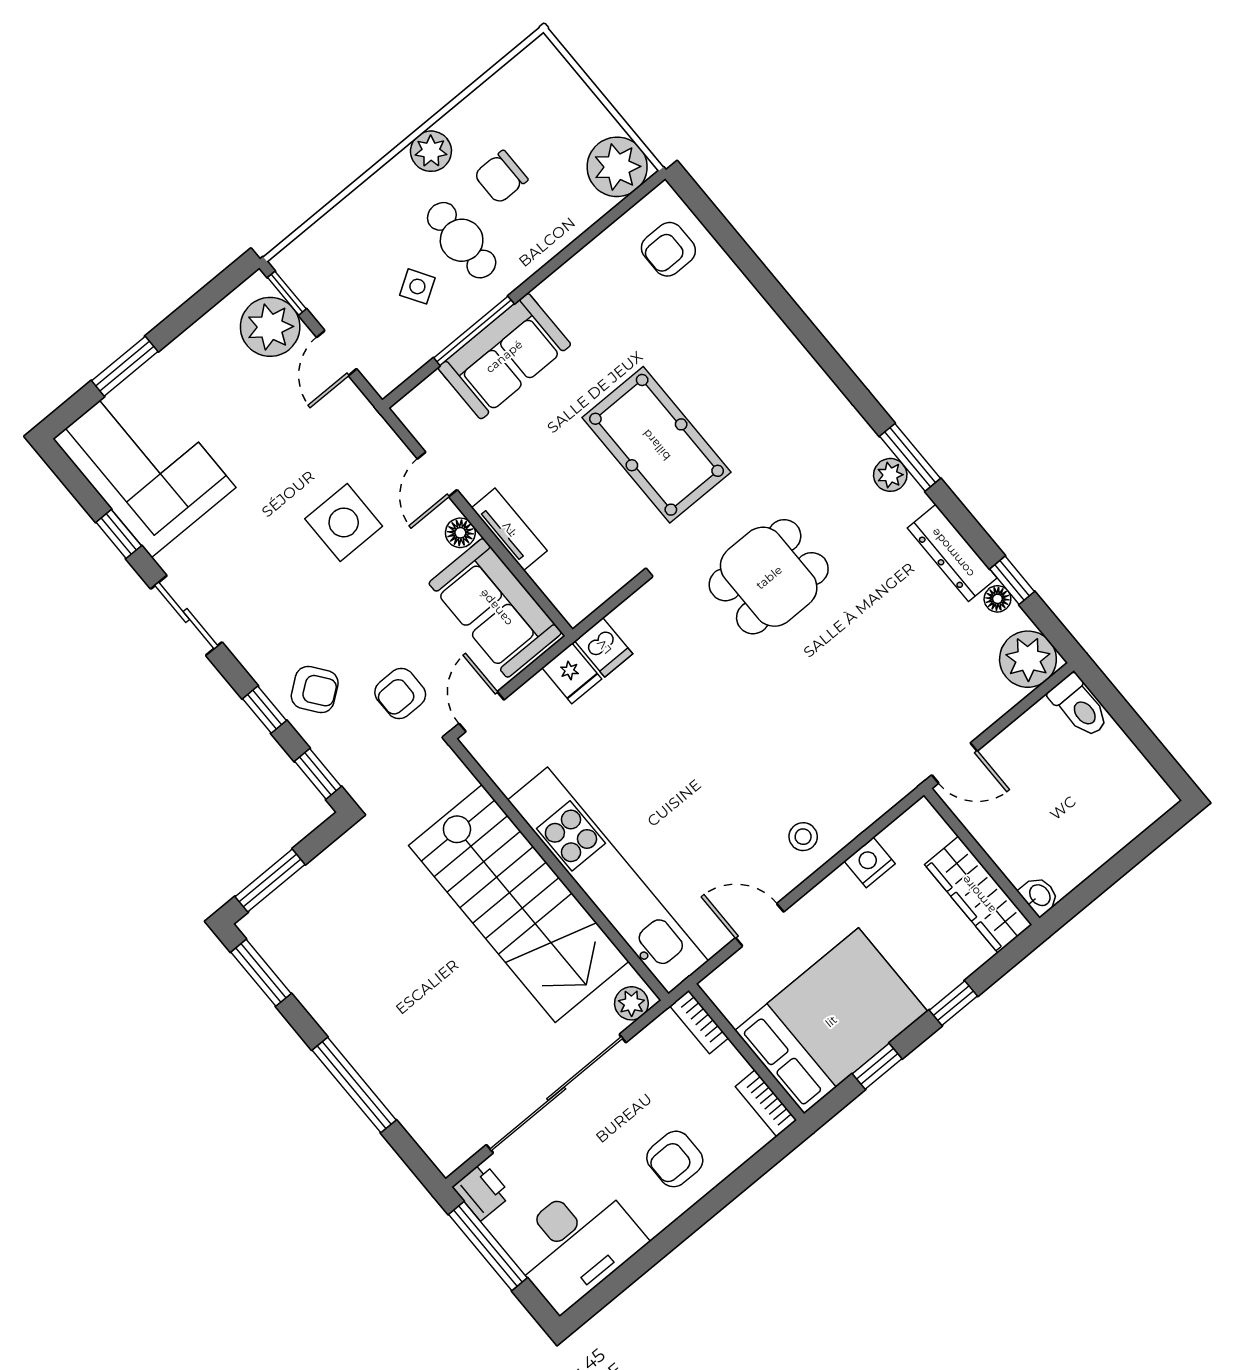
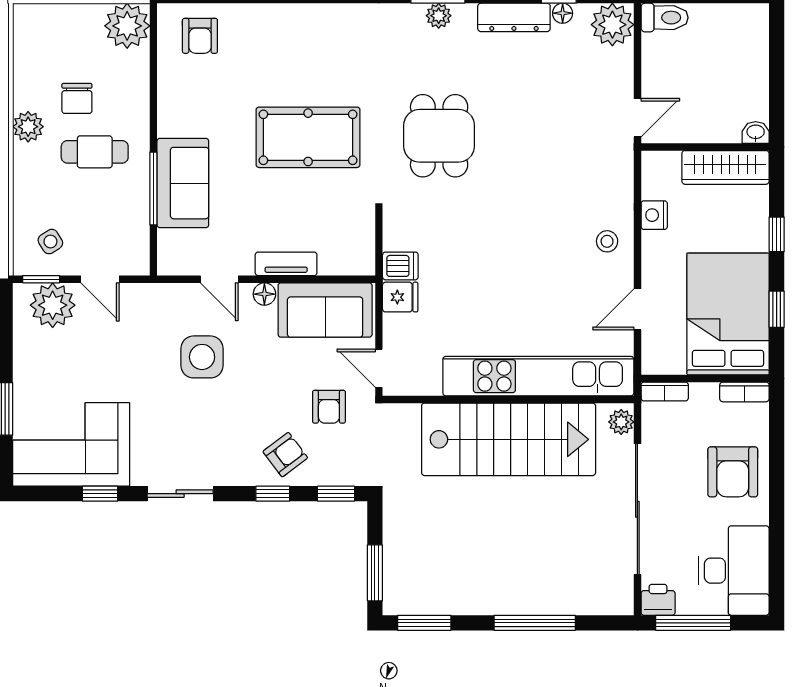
side table: (417, 286) -> (50, 242), moved
armchair: (675, 1159) -> (733, 472), width x1.38, depth x1.38

